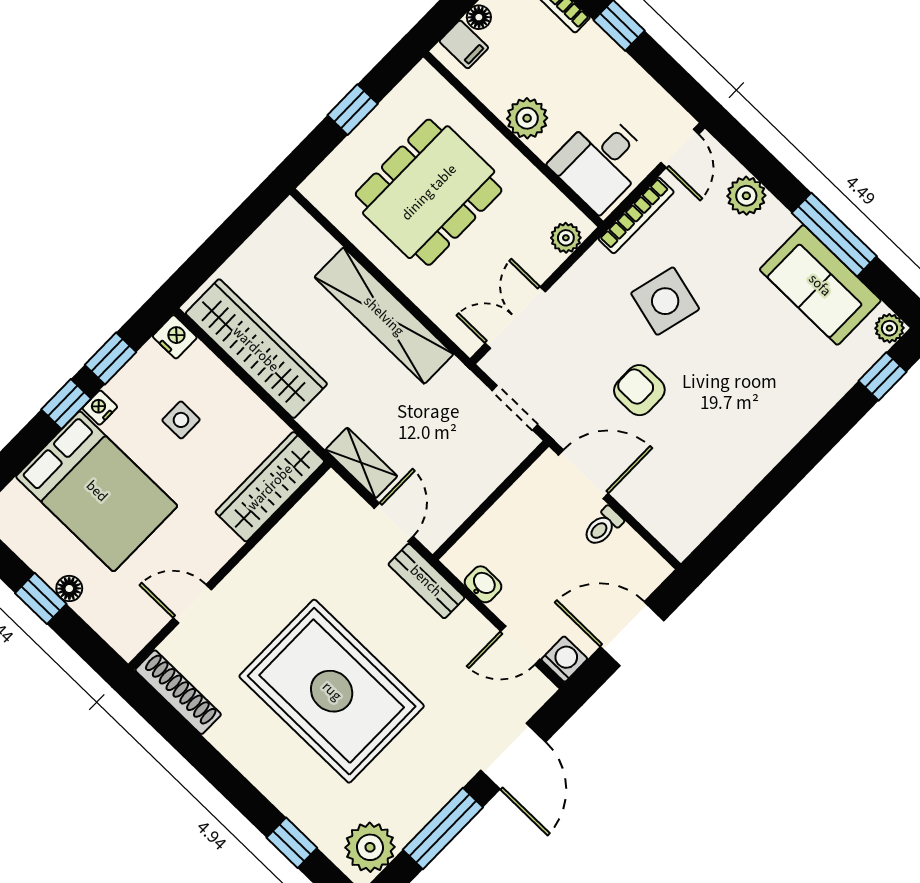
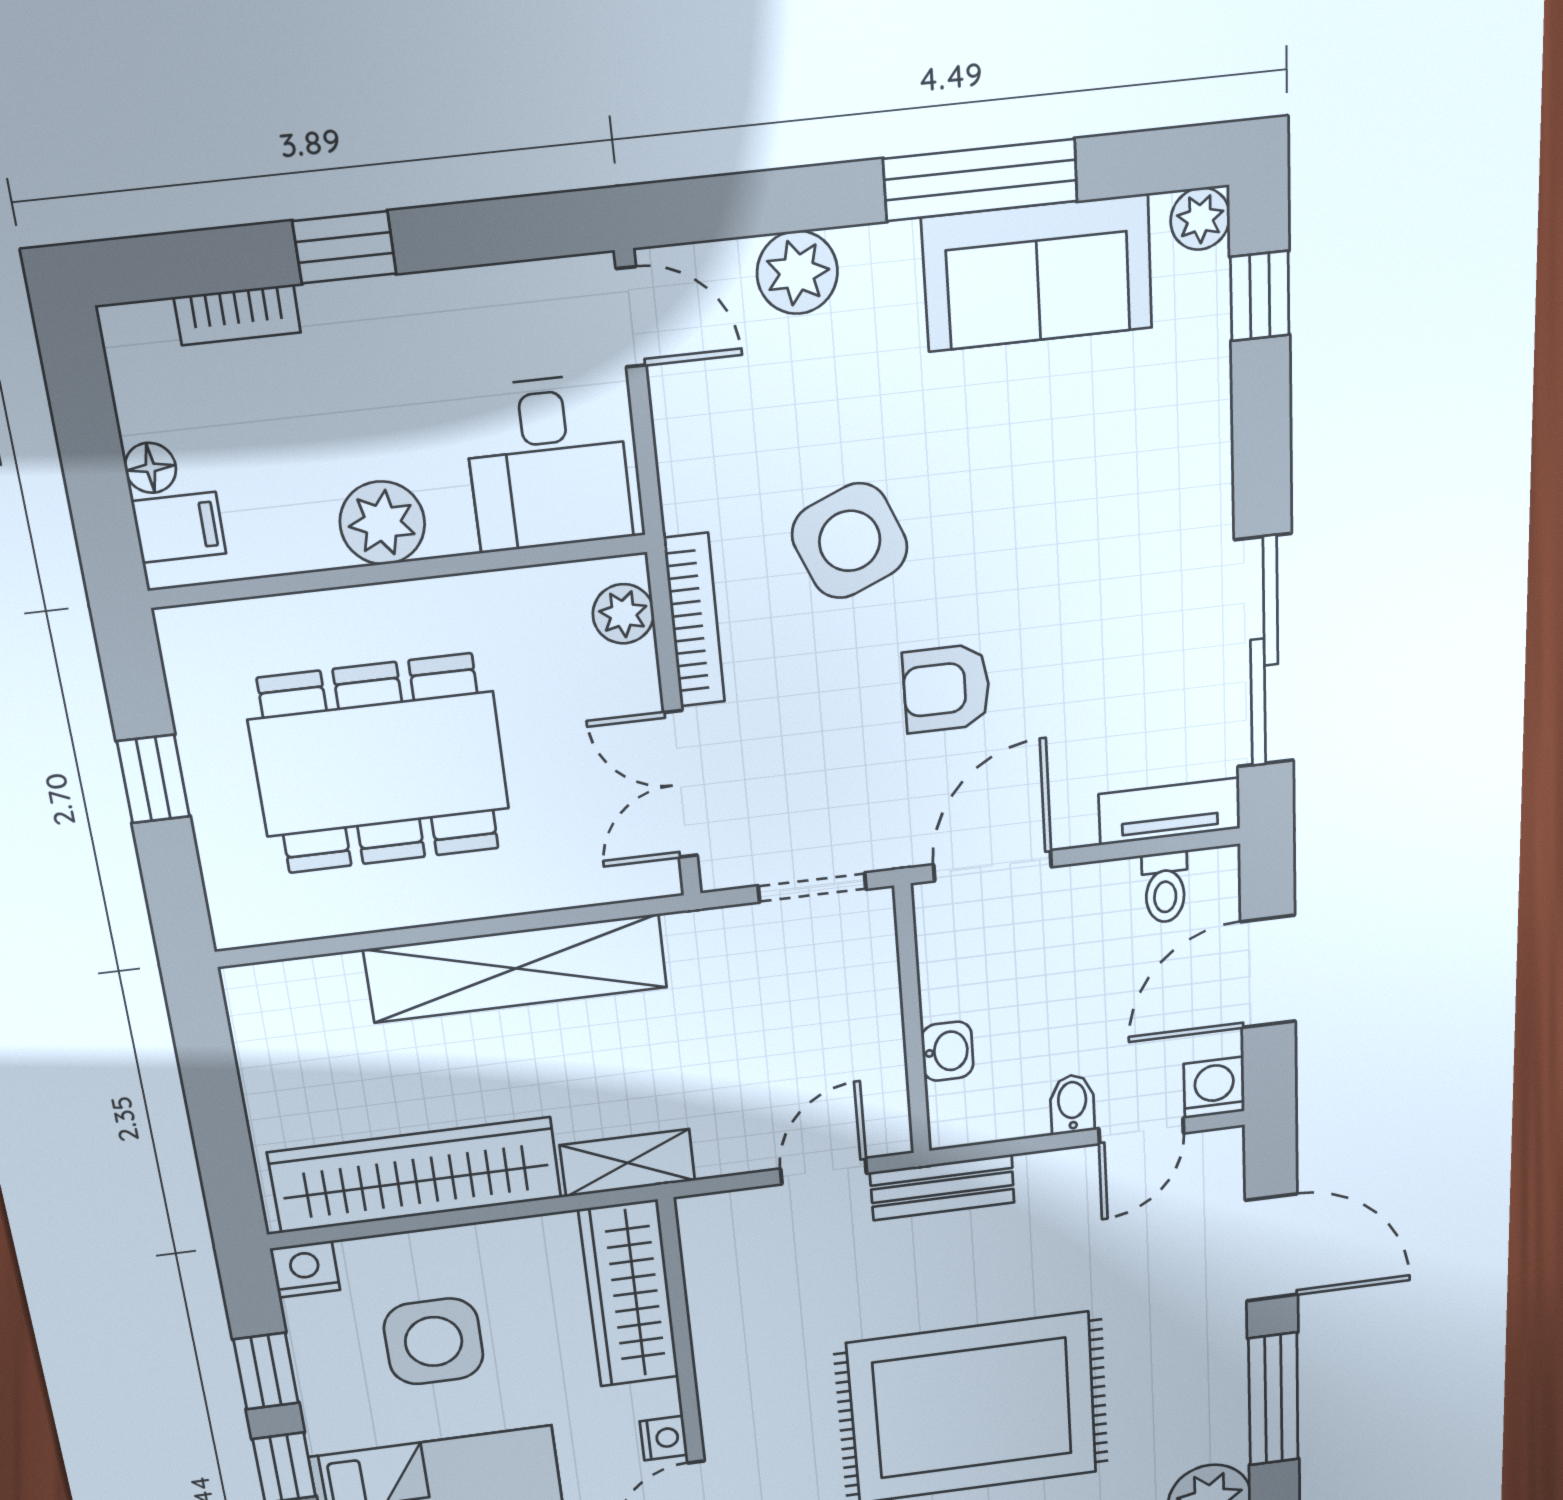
dining table: (429, 192) -> (379, 764), turned 90
bookcase: (636, 215) -> (694, 620), moved
side table: (665, 301) -> (850, 541), turned -37
nightstand: (100, 408) -> (664, 1438), moved, turned 180
side table: (181, 420) -> (434, 1341), width x1.87, depth x1.87
shelving: (361, 463) -> (628, 1163), moved
sliding door: (757, 505) -> (1264, 652), added
door: (394, 522) -> (824, 1171), hinge flipped
toilet: (603, 527) -> (1165, 887), moved
tv unit: (664, 527) -> (1170, 811), added
washbasin: (483, 584) -> (947, 1051), moved, turned 90
bidet: (508, 603) -> (1072, 1104), added

